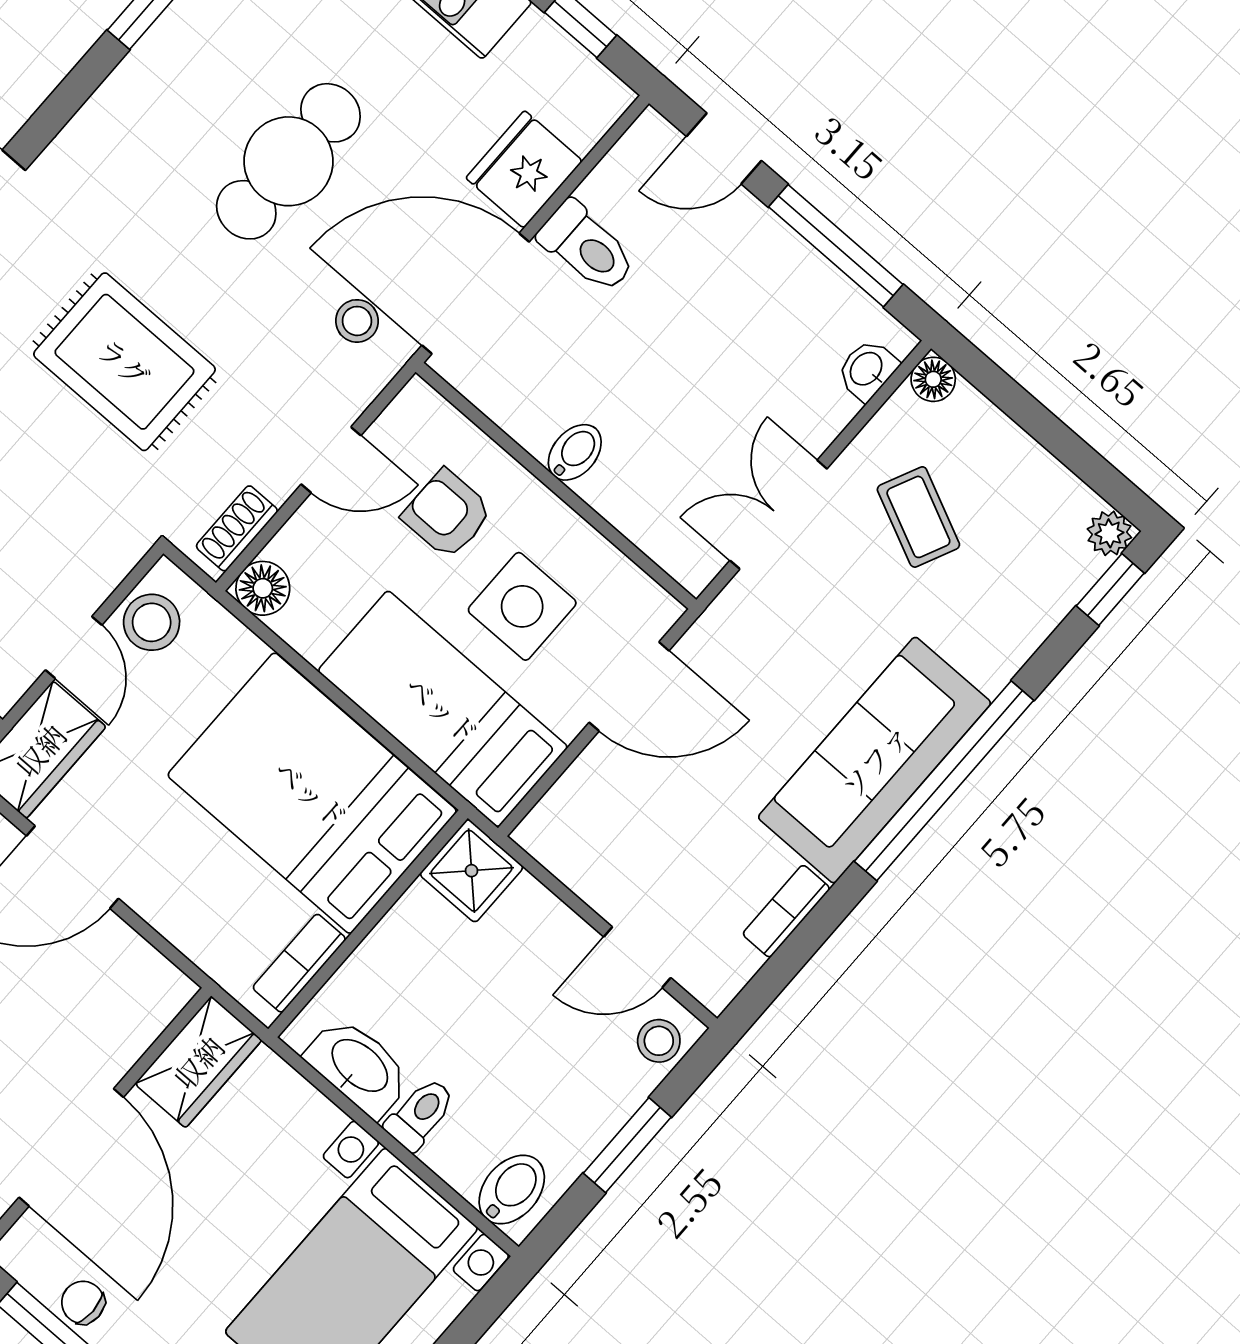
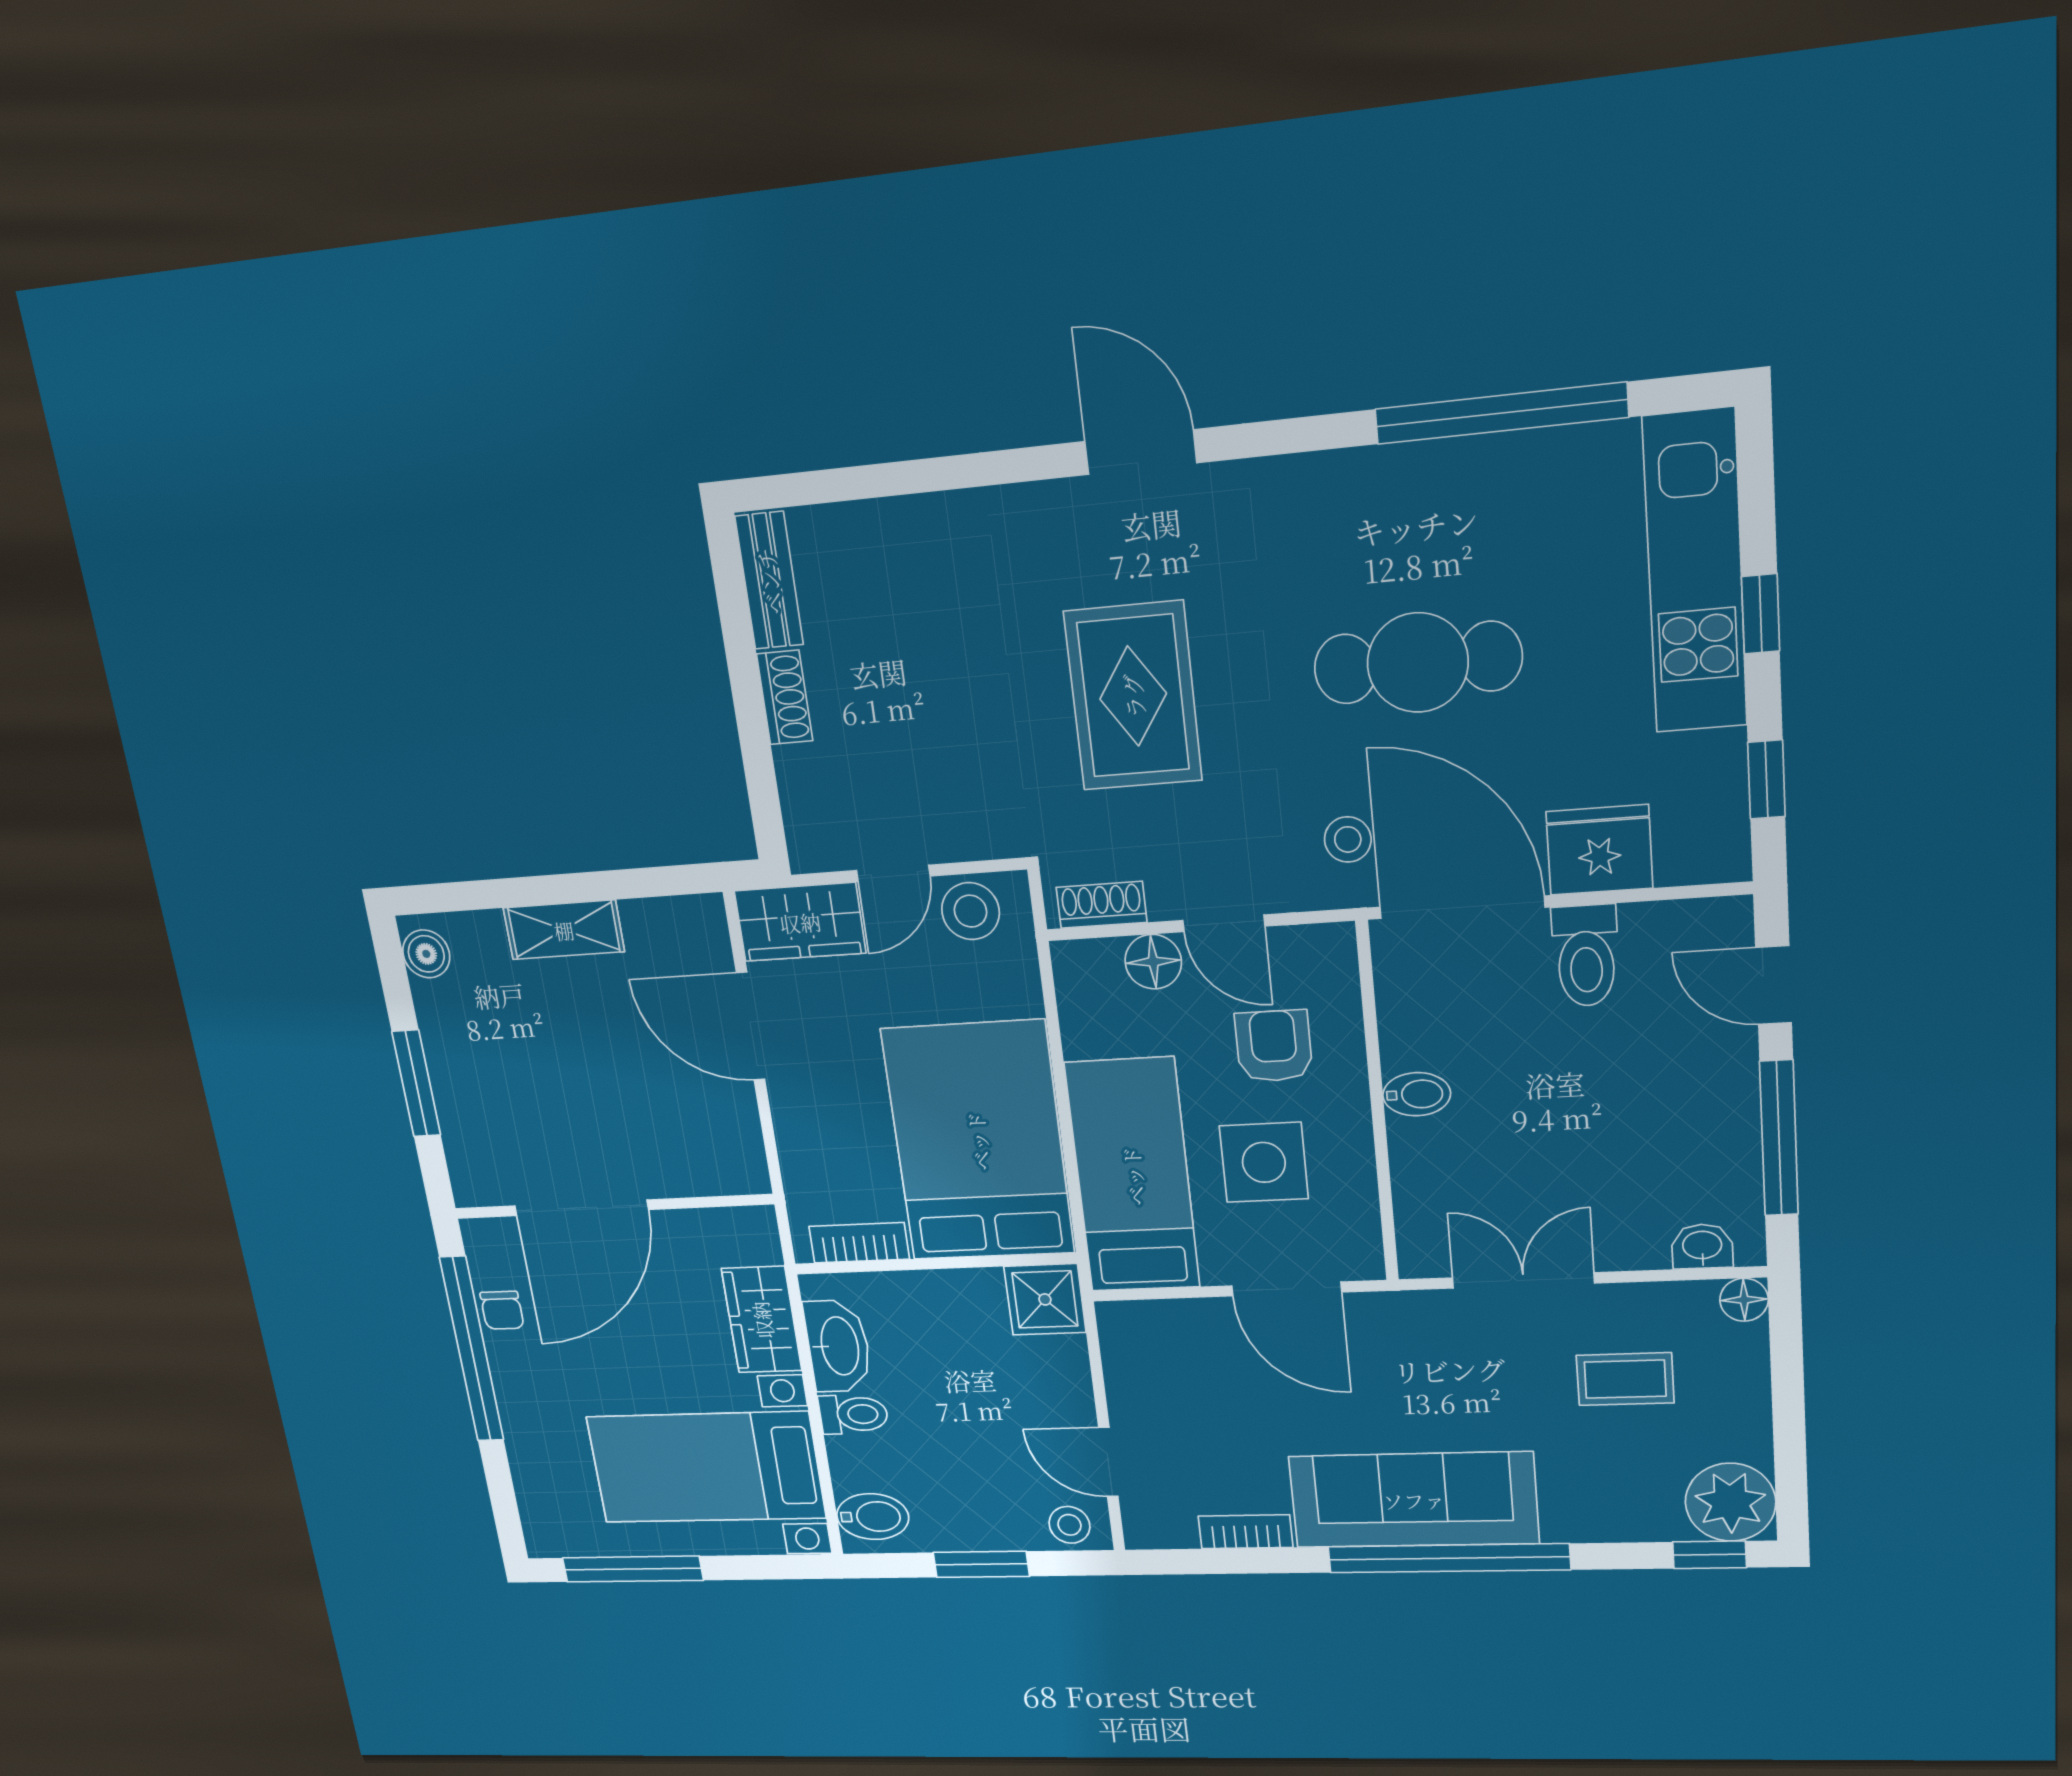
coffee table: (918, 517) -> (1625, 1379), turned 65
plant: (1109, 533) -> (1730, 1502), width x1.88, depth x1.88
floor lamp: (263, 588) -> (1153, 962), moved
wardrobe: (198, 1062) -> (762, 1320), moved, turned 90
chair: (83, 1302) -> (502, 1310), turned 180

